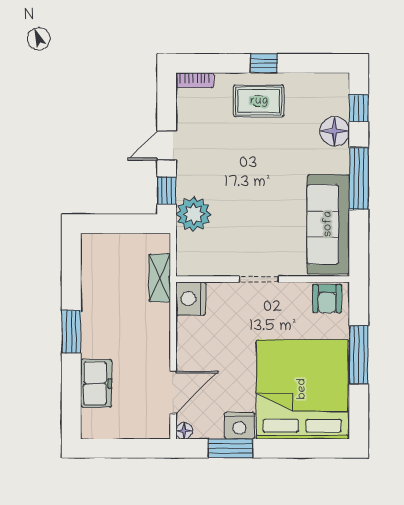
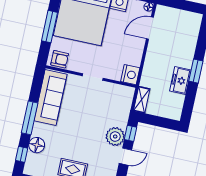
plant: (194, 214) -> (115, 137), moved
shelving: (160, 278) -> (142, 100), moved
armchair: (327, 299) -> (60, 59), turned 90
freezer: (96, 383) -> (180, 81), moved

